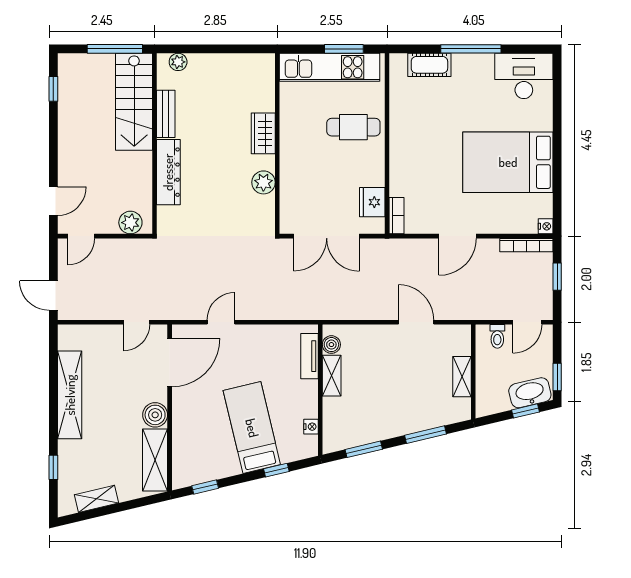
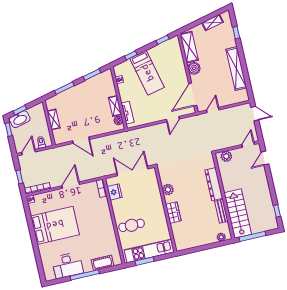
desk: (524, 76) -> (68, 265), moved

